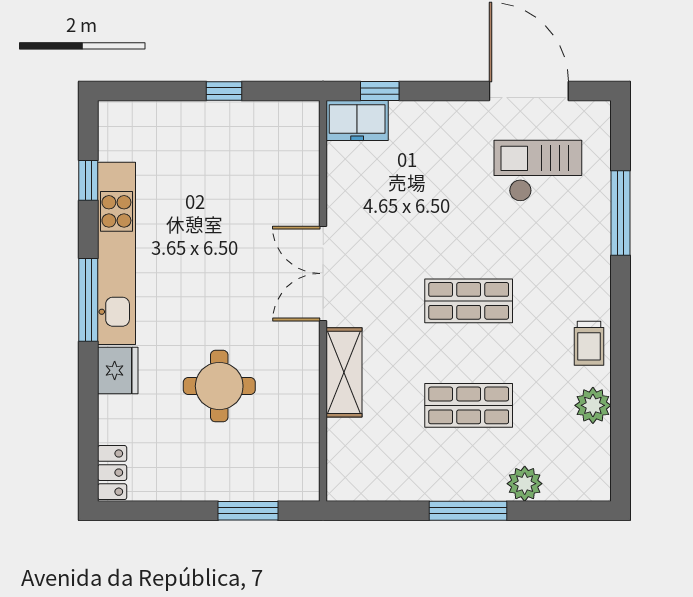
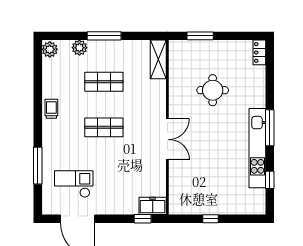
checkout: (538, 171) -> (74, 184), turned 180
fridge: (118, 370) -> (257, 97), removed
shelving: (344, 372) -> (158, 59), moved
plant: (593, 405) -> (50, 49), moved

